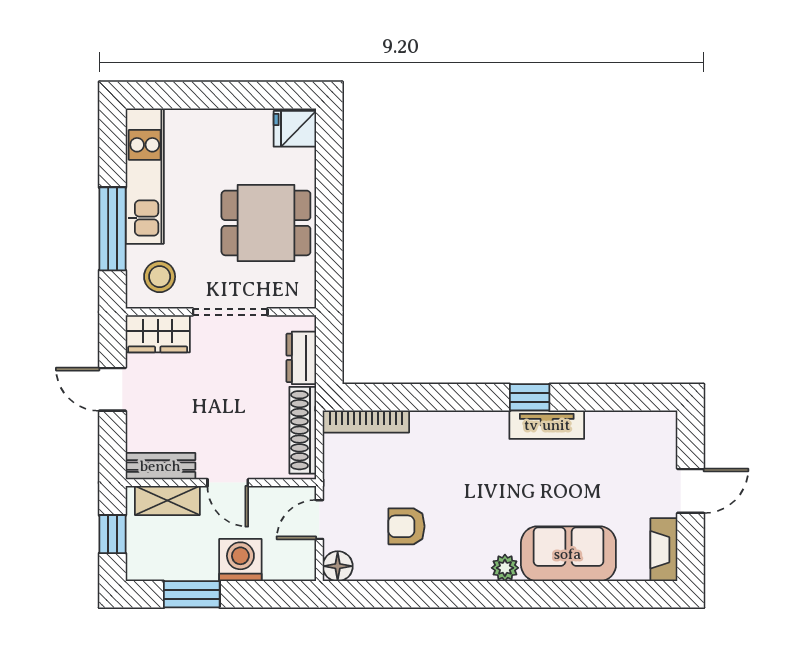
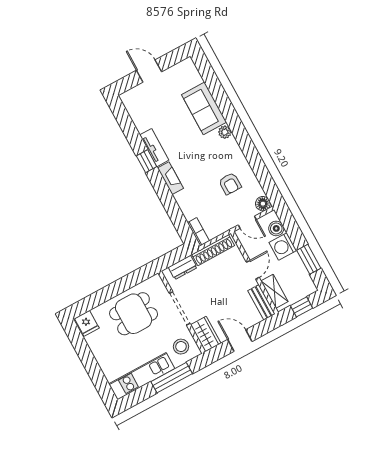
dining table: (266, 223) -> (134, 314), turned 90
door: (112, 389) -> (240, 340), swing flipped
bookcase: (366, 422) -> (198, 232), width x0.64
fireplace: (664, 550) -> (170, 178), moved, turned -90
boiler: (279, 566) -> (276, 228), added

